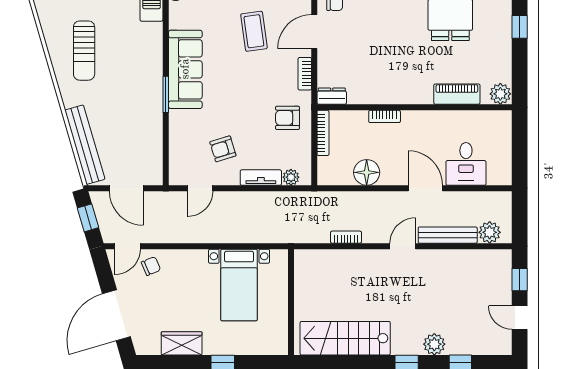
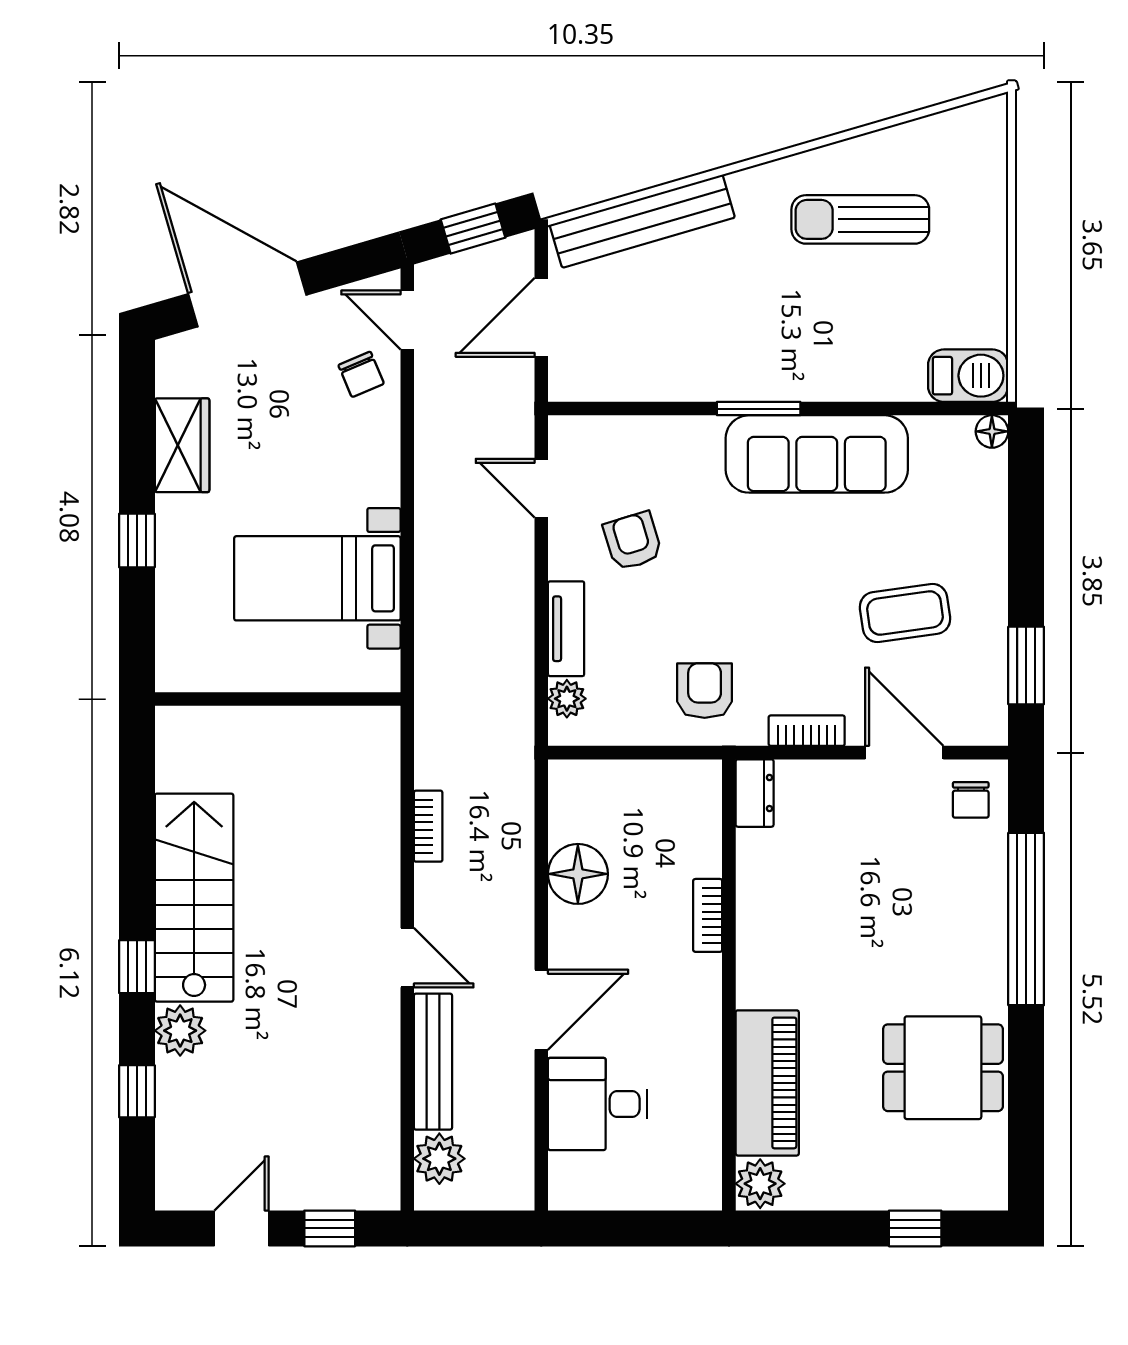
piano: (457, 94) -> (767, 1083), width x1.37, depth x1.33
bookcase: (323, 133) -> (670, 773), removed
stairs: (345, 338) -> (194, 898), moved

